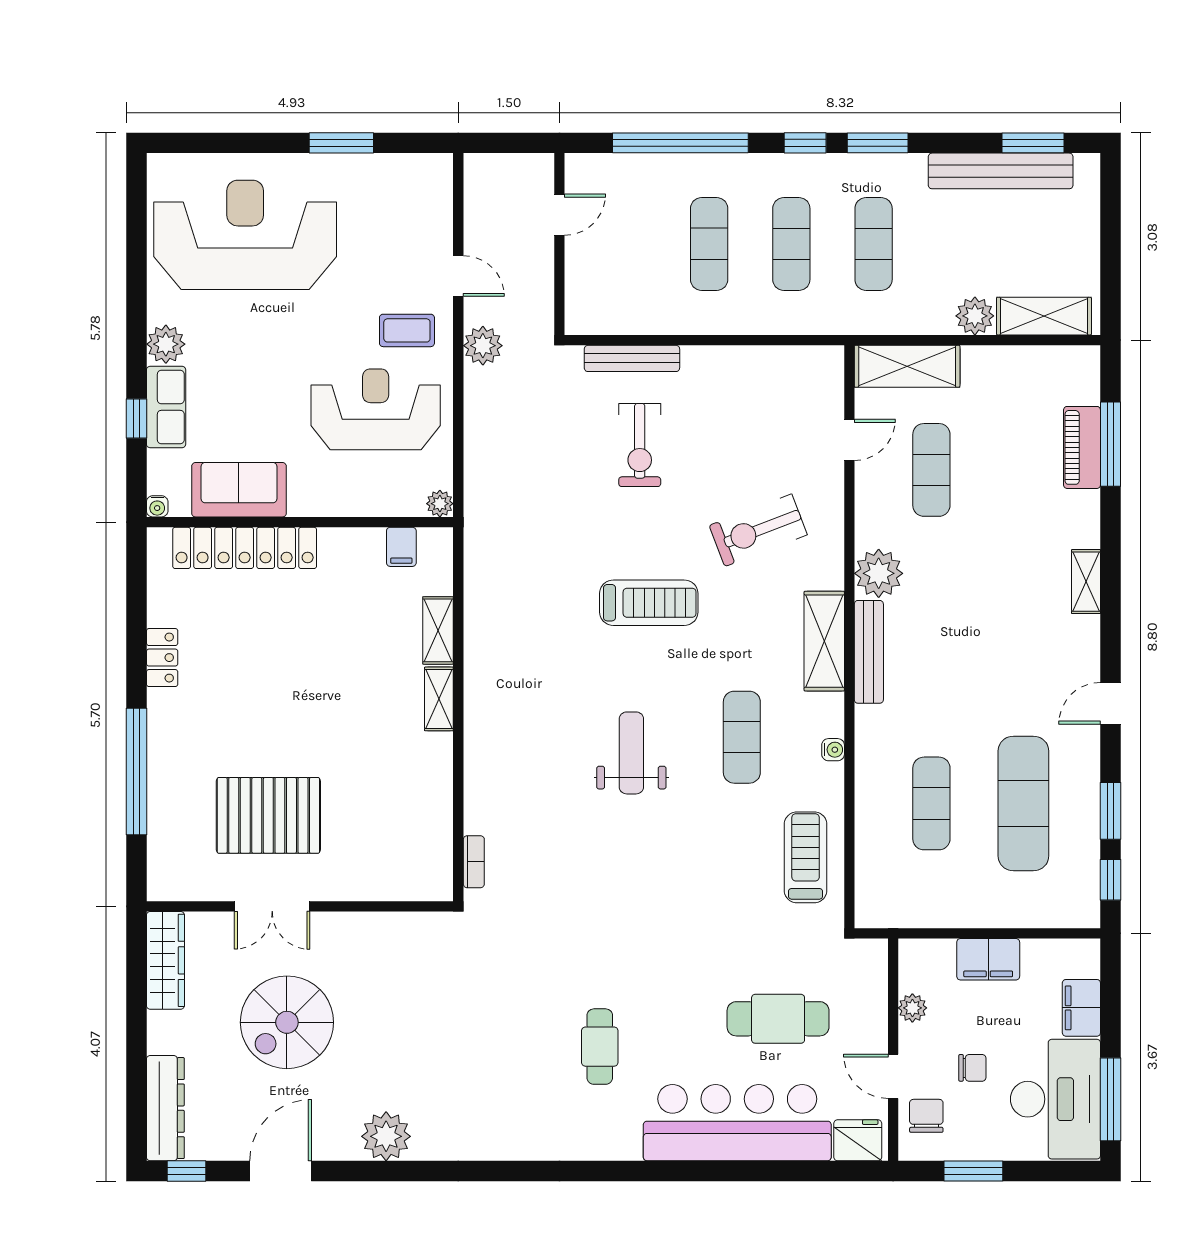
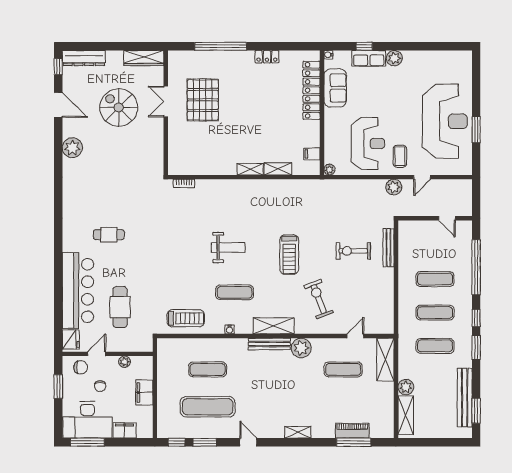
reception desk: (245, 235) -> (445, 121), moved
door: (849, 440) -> (355, 336), swing flipped

